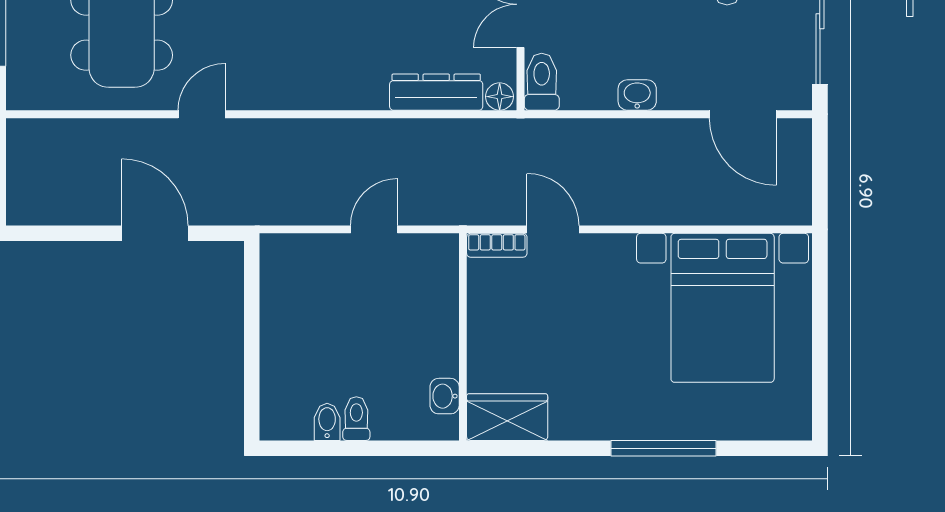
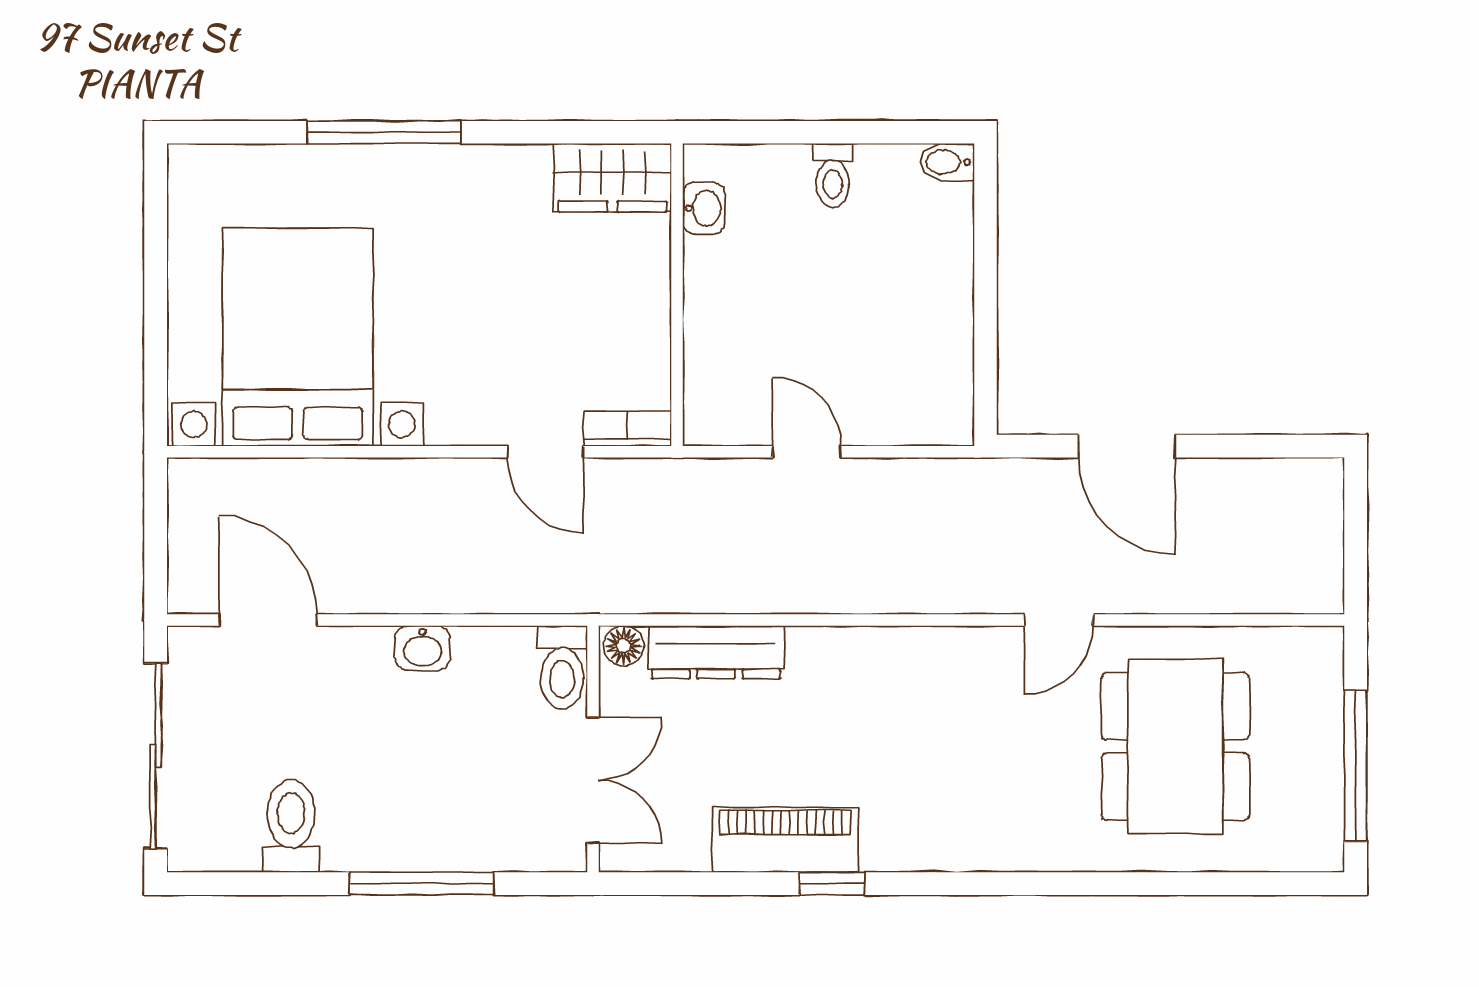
door: (374, 229) -> (807, 452), swing flipped
bidet: (327, 422) -> (947, 162), moved, turned 90

